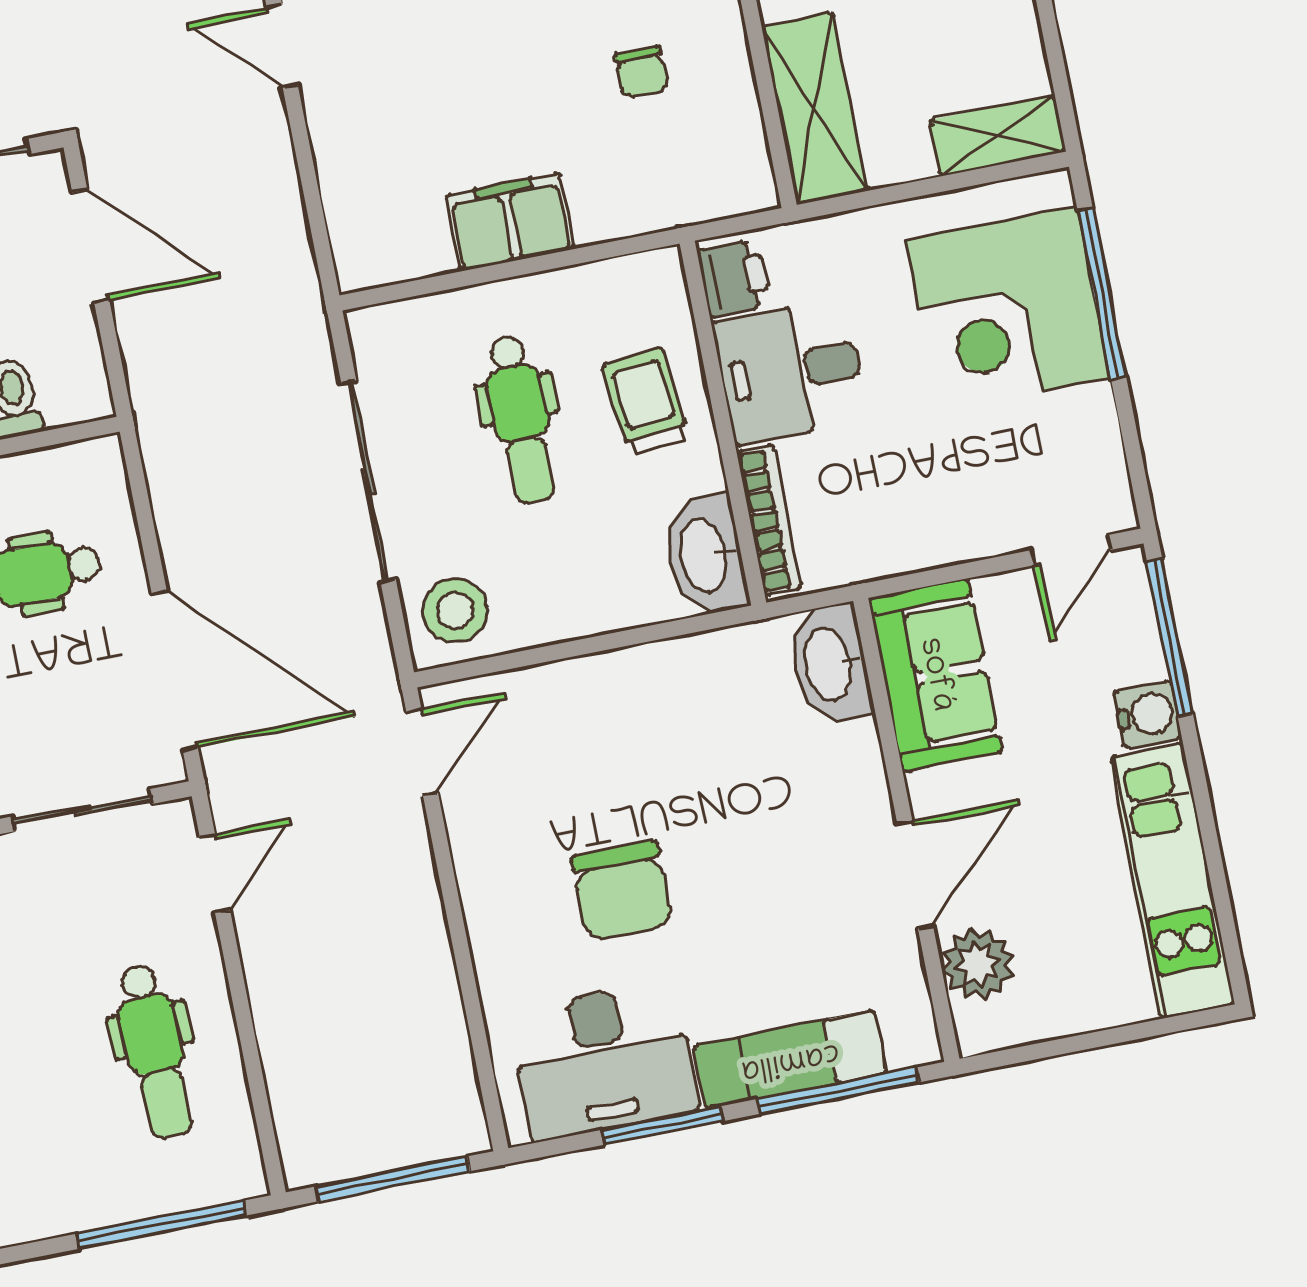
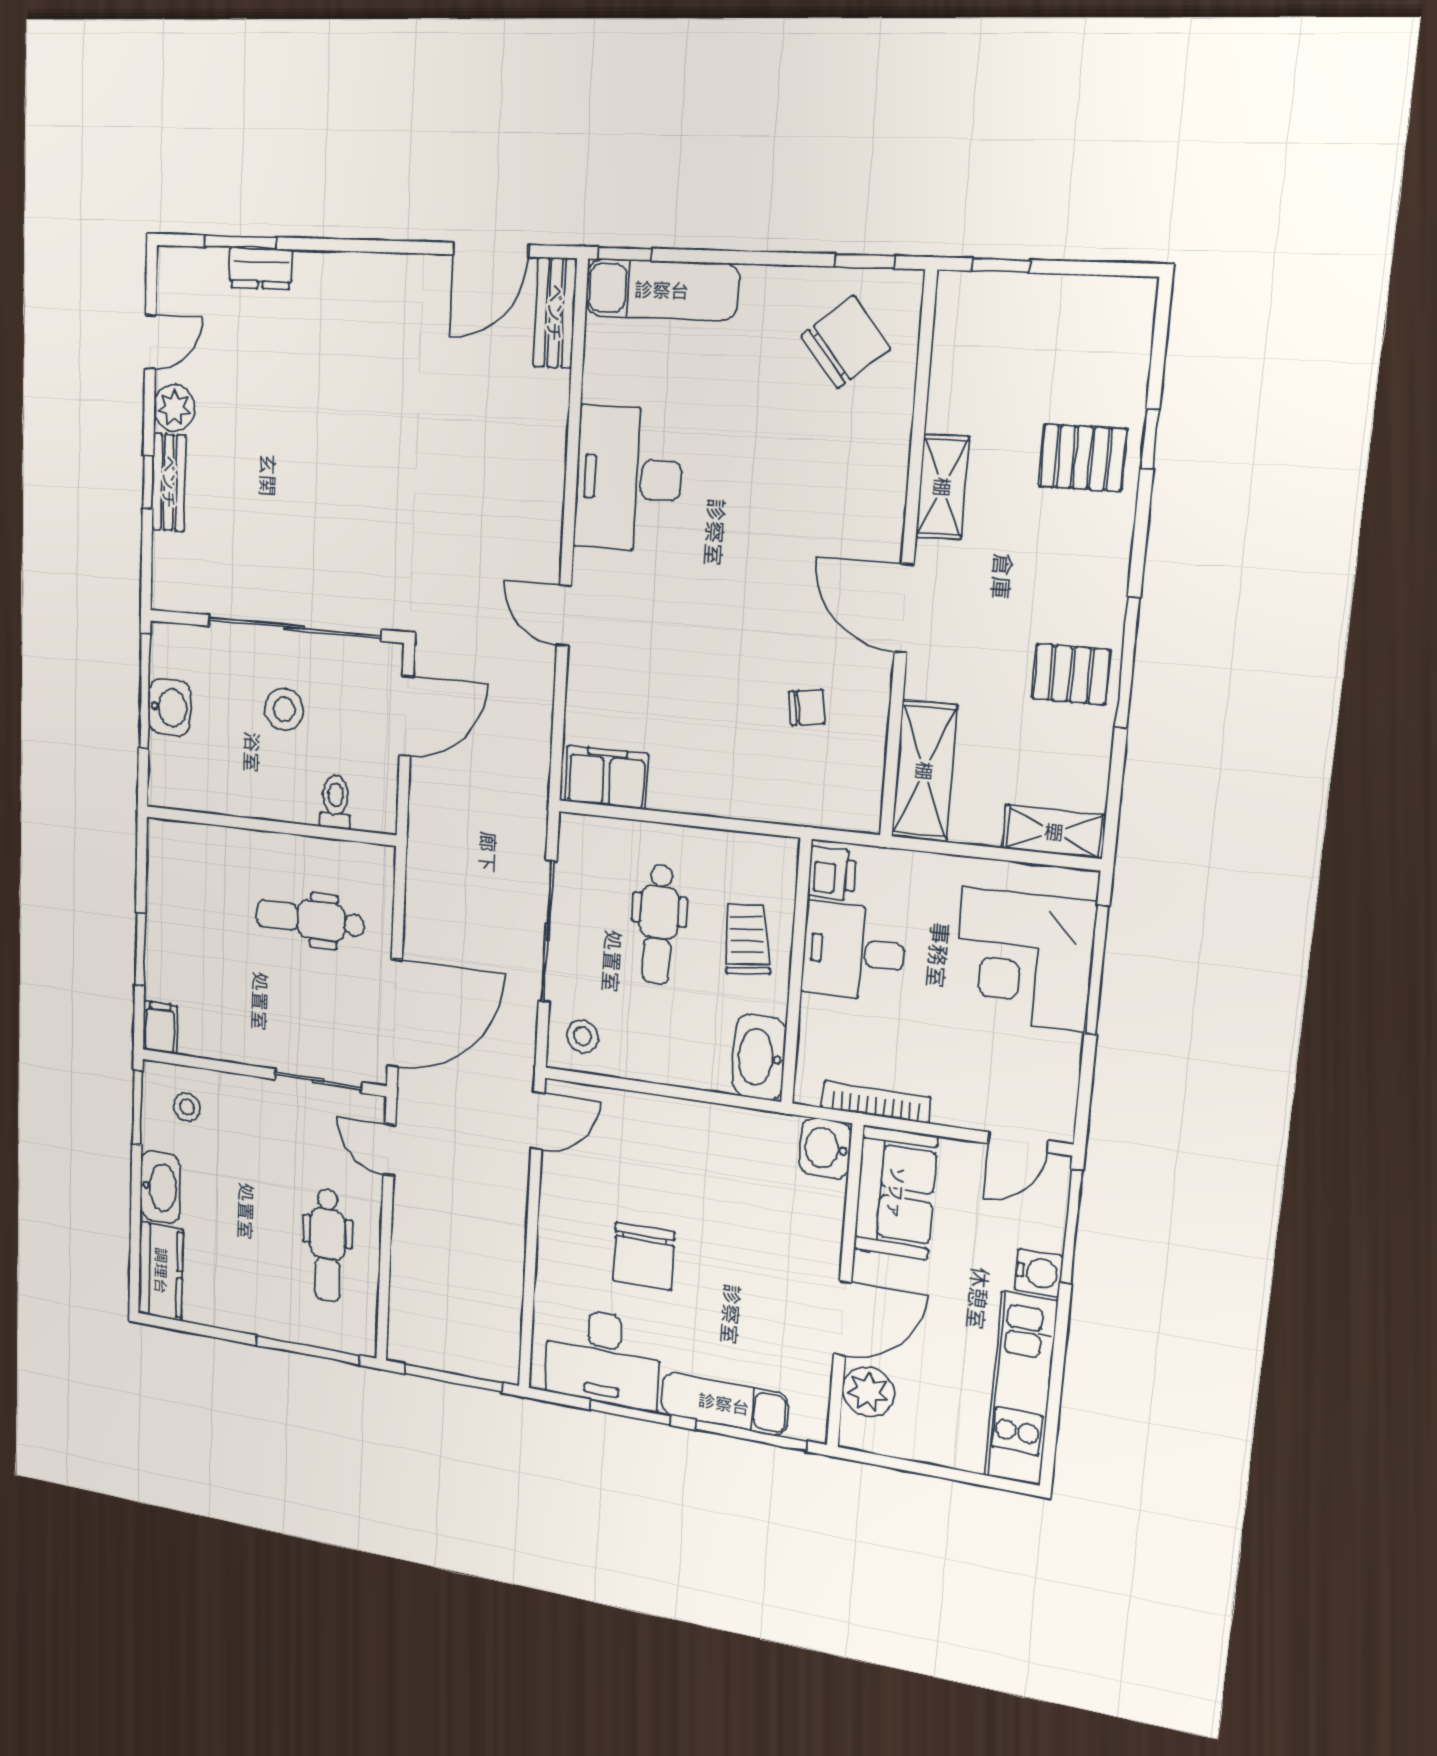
chair: (641, 72) -> (807, 707), turned -99
filing cabinet: (510, 222) -> (606, 777), moved
door: (91, 246) -> (406, 716), hinge flipped
bookcase: (769, 520) -> (876, 1102), moved, turned -90
stool: (455, 610) -> (583, 1036), width x0.73, depth x0.73
washbasin: (830, 664) -> (825, 1148), width x0.72
door: (175, 671) -> (395, 1013), hinge flipped
door: (215, 873) -> (389, 1150), swing flipped

